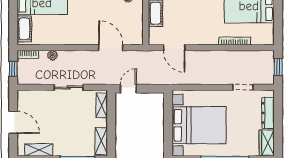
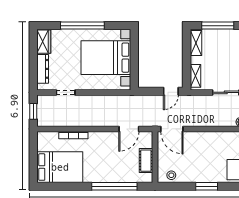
door: (111, 48) -> (172, 129), moved
door: (174, 48) -> (129, 129), swing flipped

